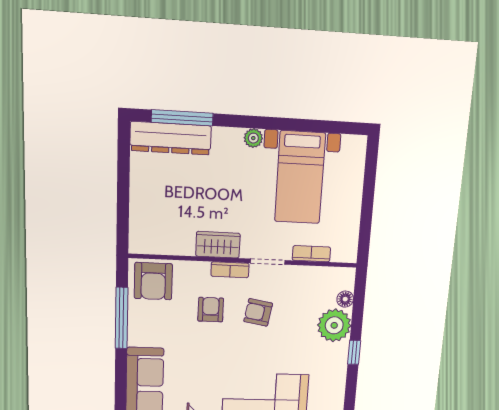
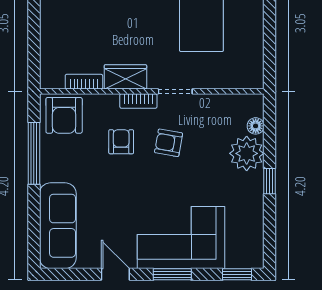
bookcase: (311, 254) -> (84, 82), moved

